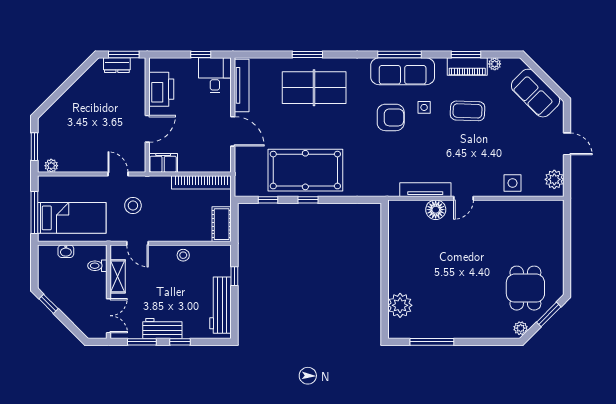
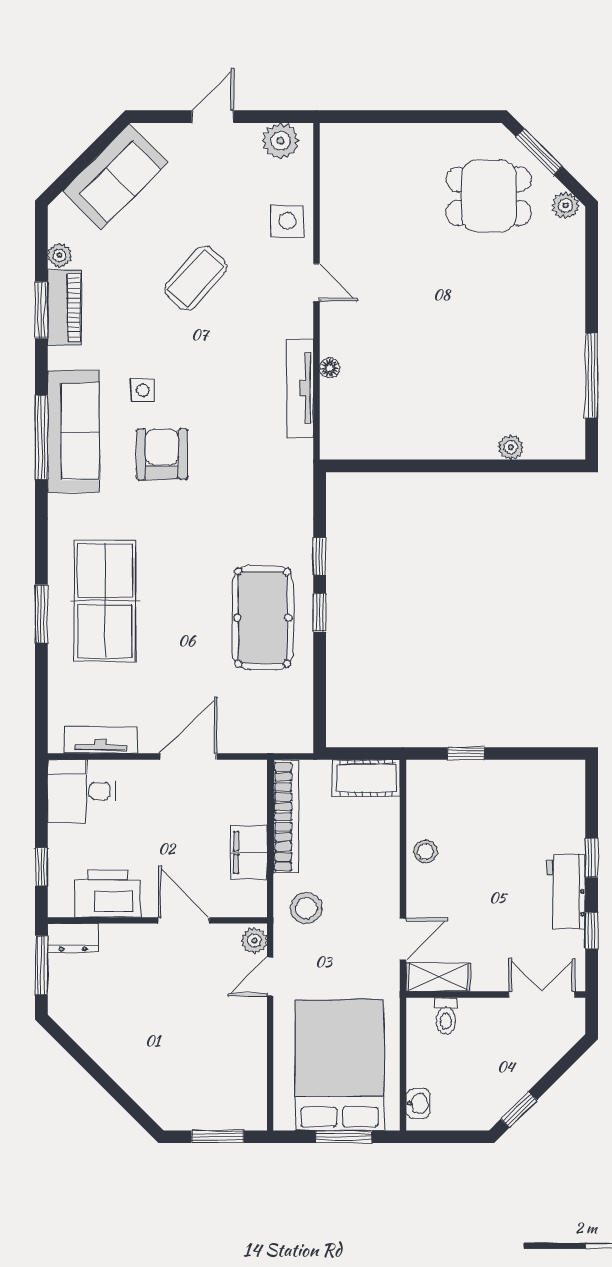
window: (201, 55) -> (41, 867), moved
dresser: (117, 65) -> (73, 938), moved, turned 90
tv unit: (242, 85) -> (101, 740), width x0.71
coffee table: (468, 111) -> (196, 278), moved, turned 40
filing cabinet: (163, 163) -> (249, 853), moved
plant: (51, 166) -> (254, 941), moved
pool table: (305, 170) -> (263, 618), width x0.73, depth x0.76
door: (464, 198) -> (317, 283), moved
window: (268, 200) -> (320, 556), moved
stool: (133, 206) -> (306, 908), moved
floor lamp: (436, 210) -> (330, 368), width x0.53, depth x0.53
window: (34, 212) -> (344, 1137), width x0.69
bed: (72, 218) -> (340, 1065), width x1.50
washbasin: (66, 251) -> (418, 1103), moved
shelving: (118, 276) -> (438, 977), moved
workbench: (221, 305) -> (521, 780), removed
plant: (400, 305) -> (511, 447), width x0.53, depth x0.53
window: (142, 342) -> (592, 931), width x0.67

